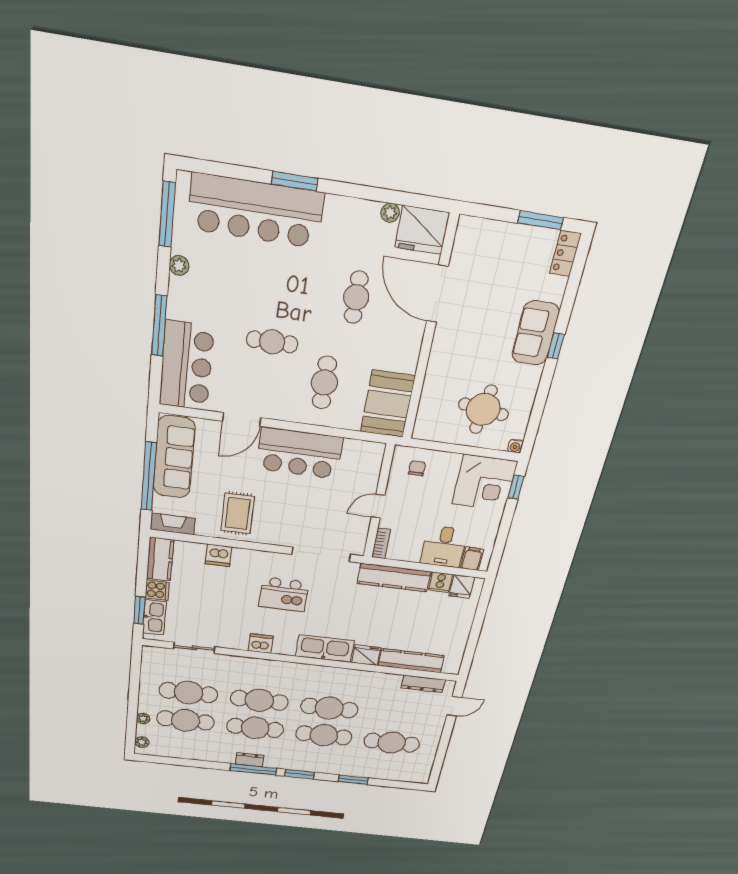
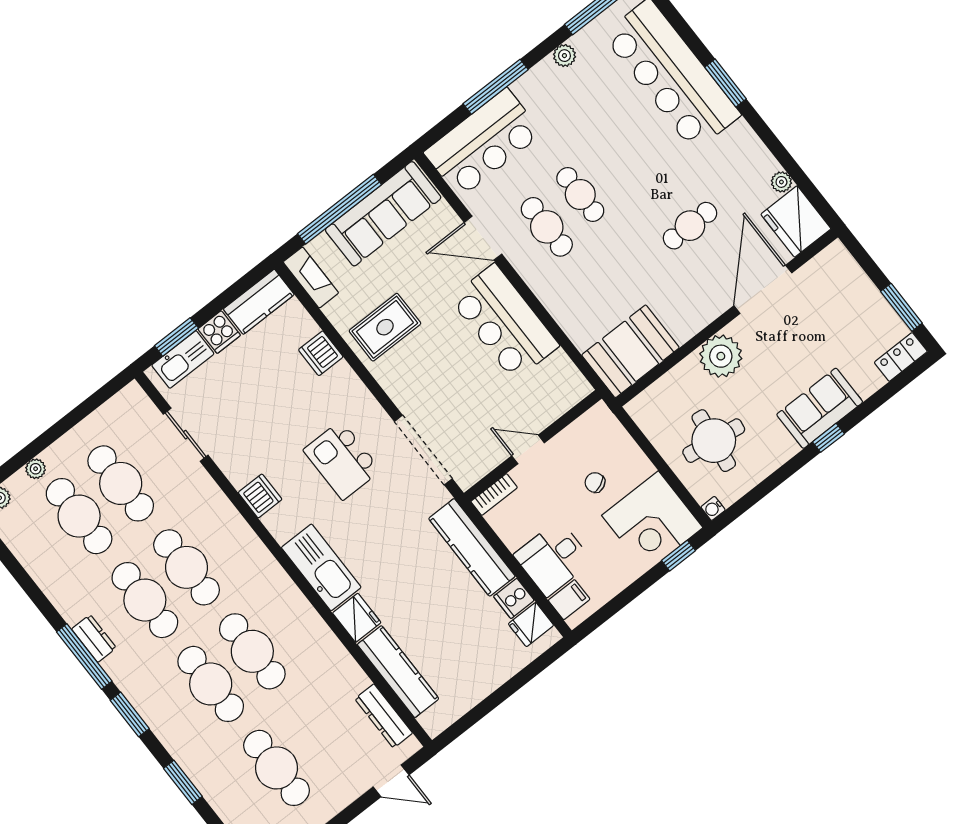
plant: (446, 358) -> (721, 356), added
cafe table: (324, 383) -> (547, 227), moved, turned 90
chair: (417, 468) -> (595, 482), moved, turned -115

